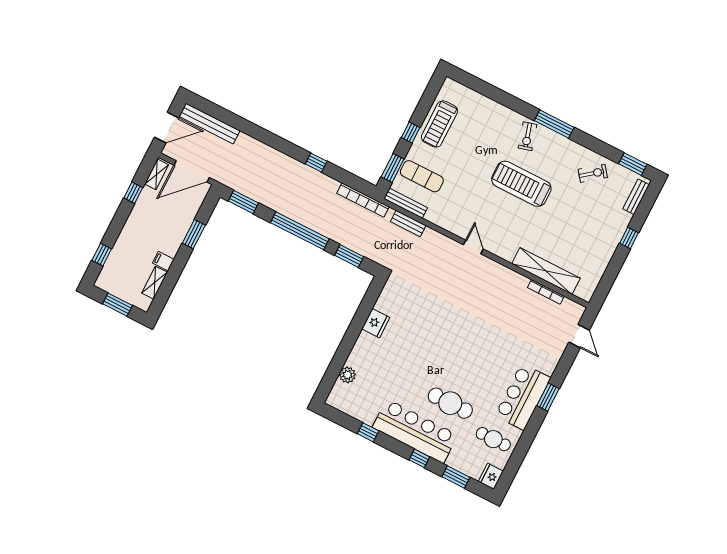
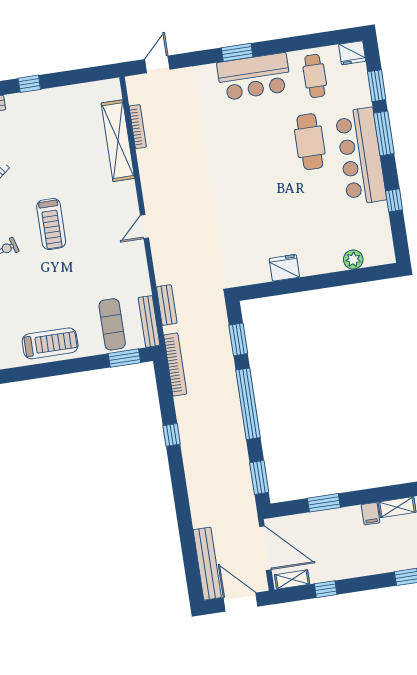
window: (411, 132) -> (78, 365), removed
treadmill: (521, 184) -> (51, 224), width x0.73, depth x0.73
window: (419, 458) -> (384, 133), width x2.17

